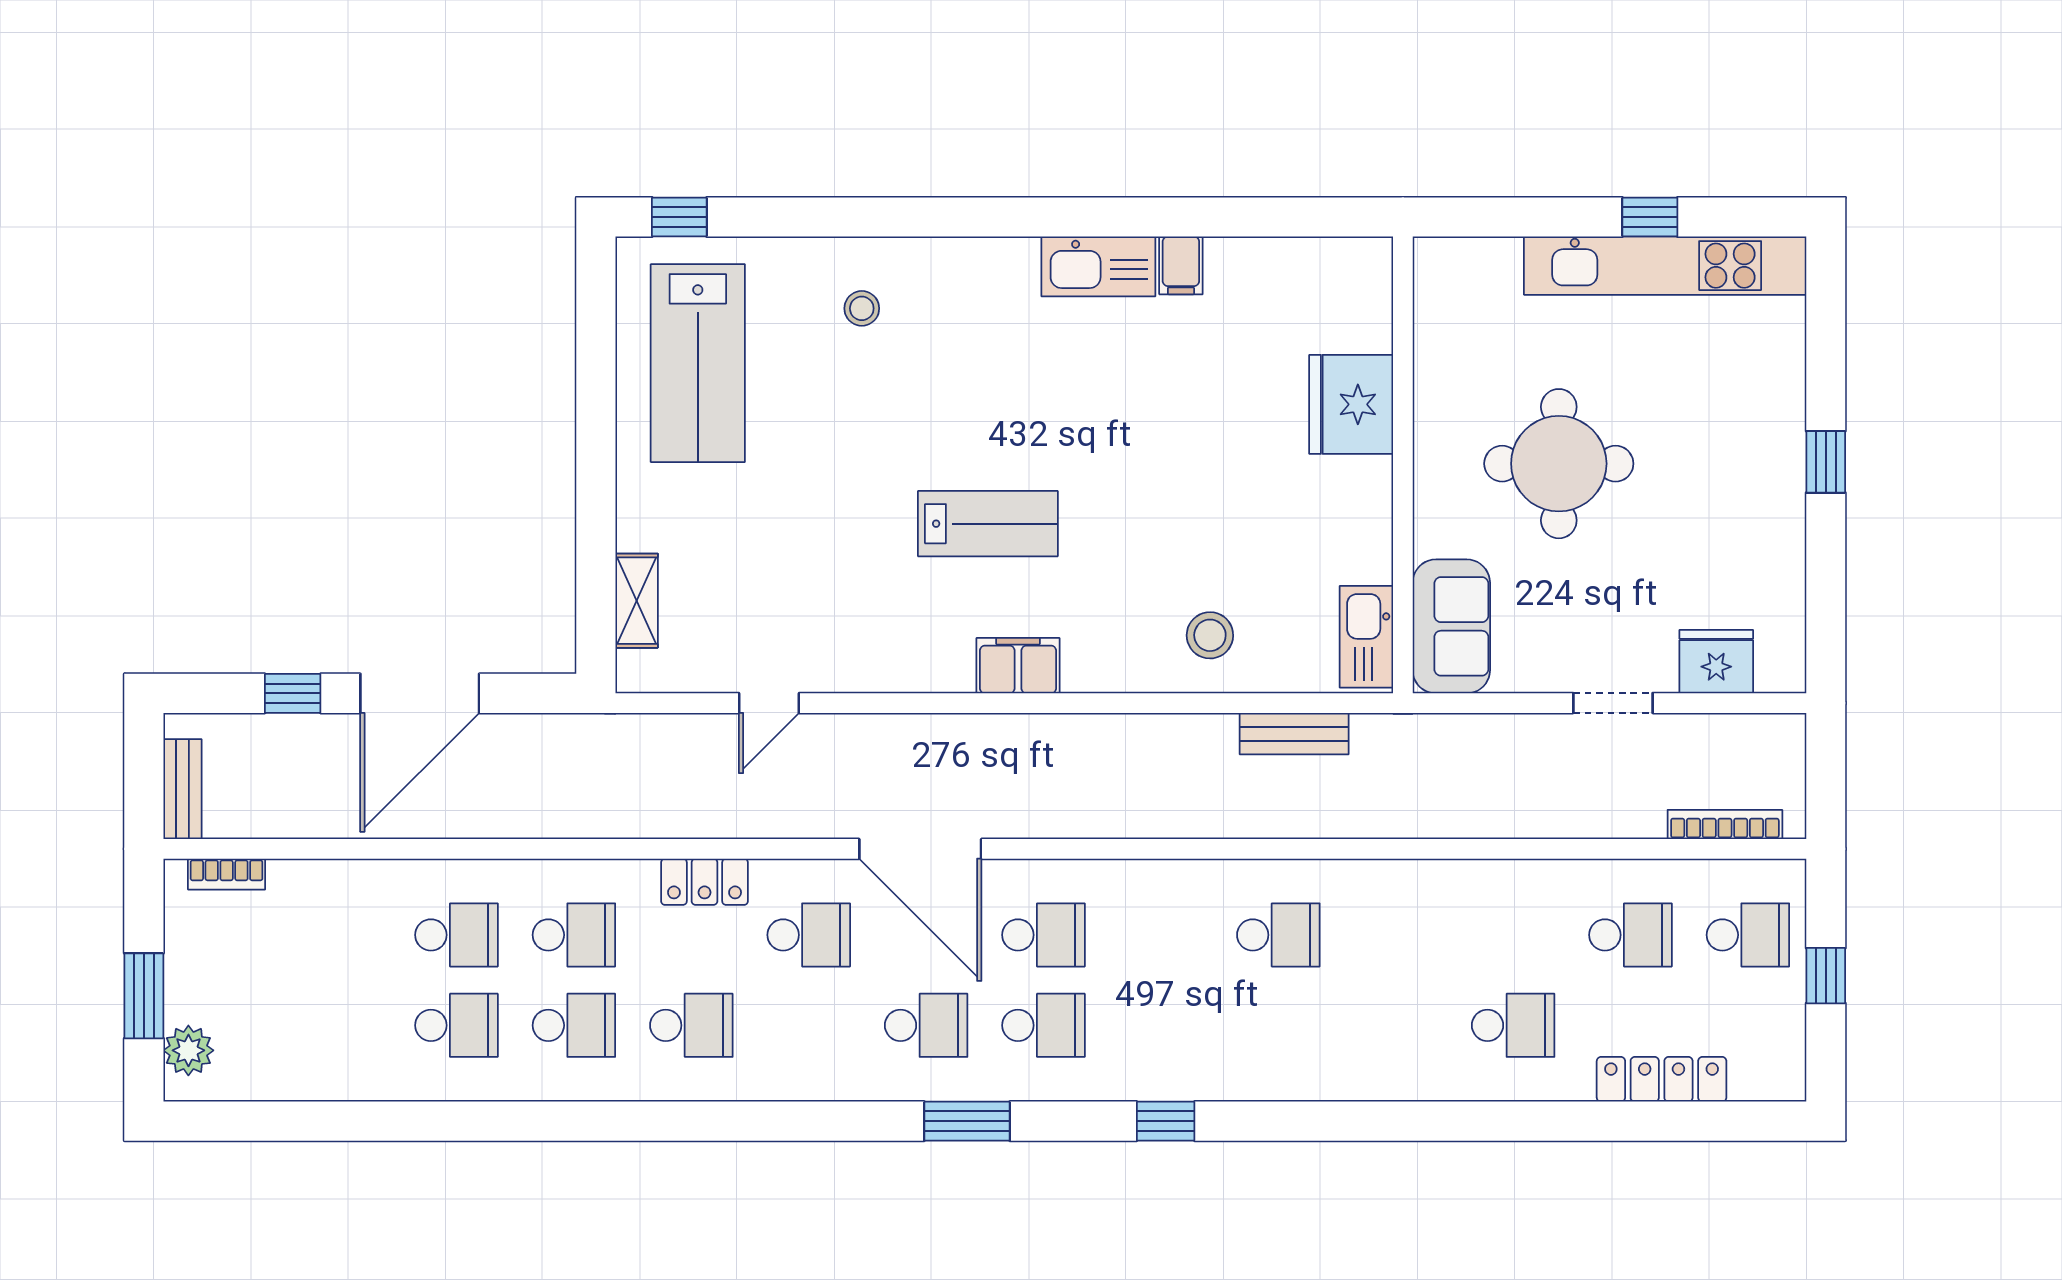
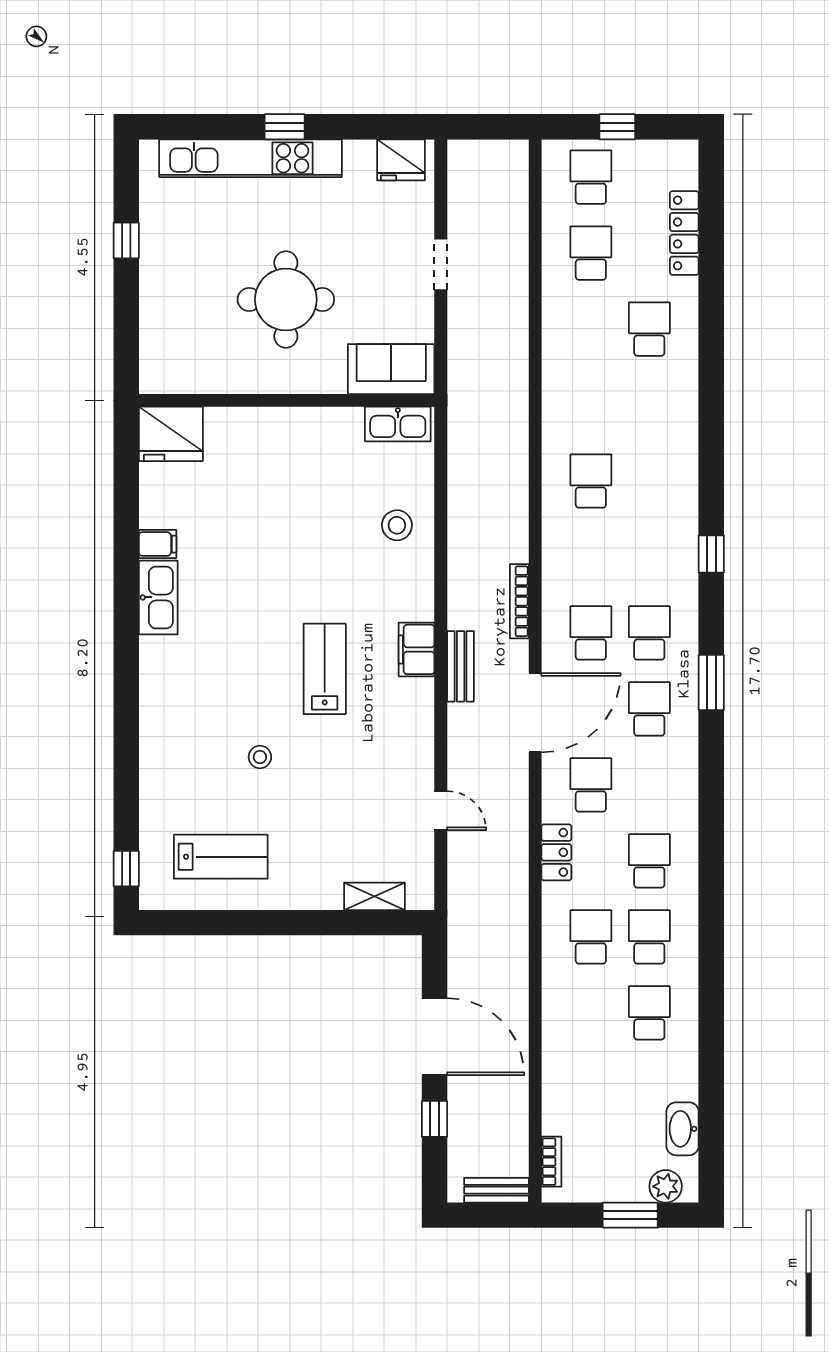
kitchen unit: (1665, 266) -> (250, 158), moved, turned 90
stool: (862, 308) -> (260, 757), moved
lab bench: (698, 363) -> (221, 857), width x0.73, depth x0.72
fridge: (1351, 404) -> (171, 434), moved
fridge: (1716, 662) -> (401, 160), moved, turned -90
bench: (1294, 734) -> (461, 666), moved
bookcase: (1725, 824) -> (519, 601), moved
school desk: (457, 935) -> (591, 1013), removed
washbasin: (277, 1077) -> (683, 1129), added

